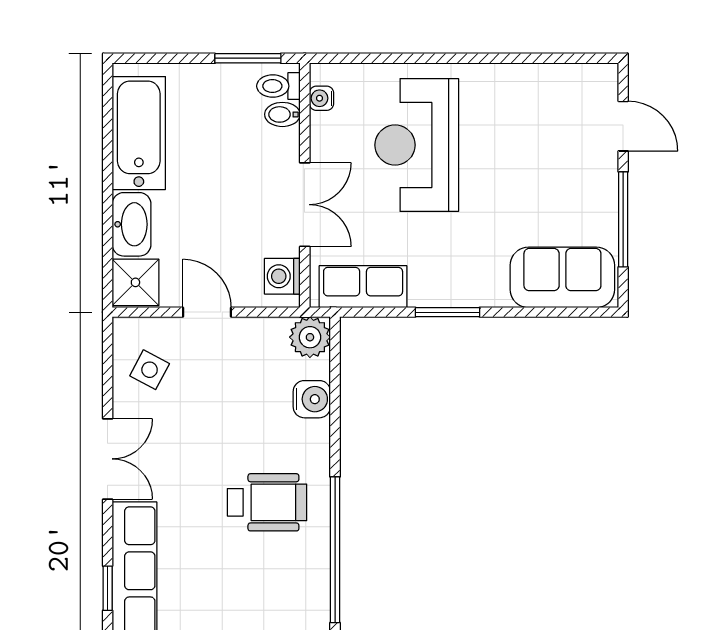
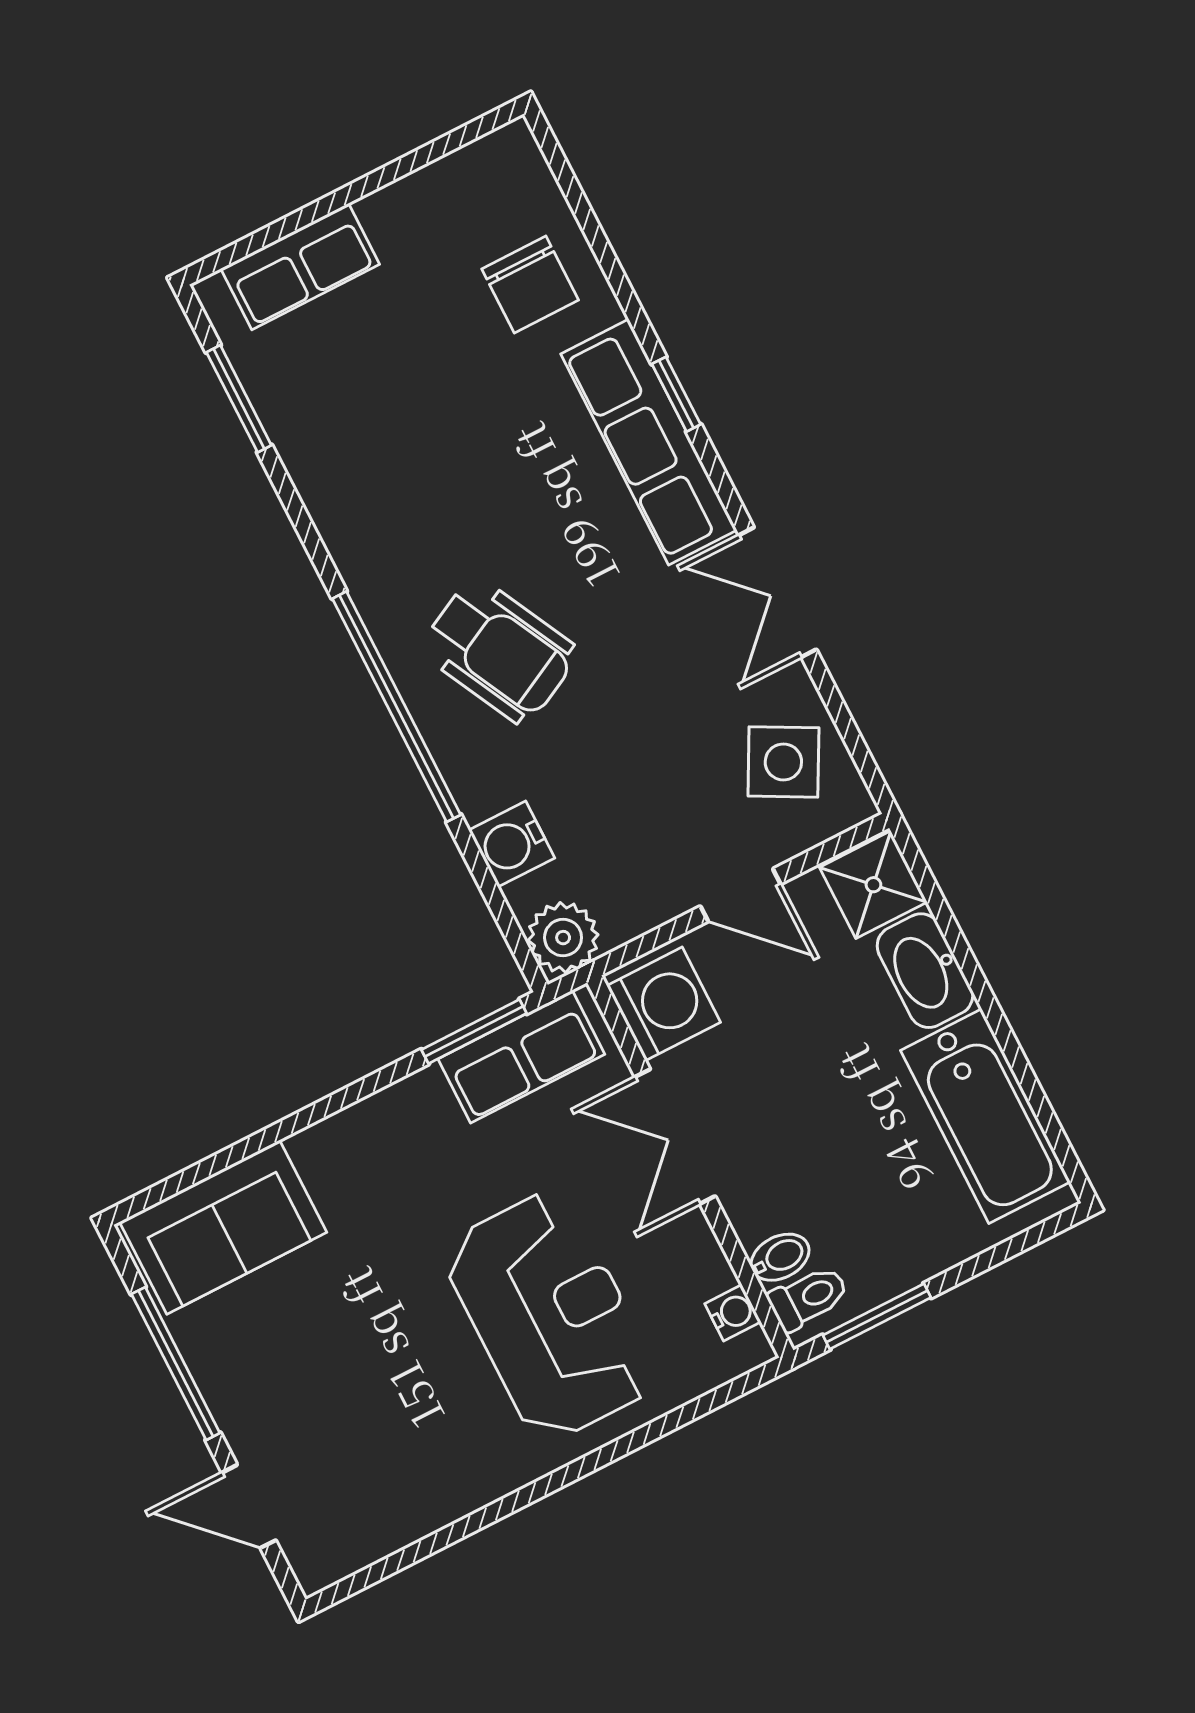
washing machine: (282, 276) -> (664, 1004), width x1.38, depth x1.38
window: (448, 312) -> (474, 1032), moved
side table: (150, 370) -> (783, 762), width x1.37, depth x1.37
wheelchair: (267, 502) -> (499, 651), turned -117
window: (335, 550) -> (397, 707), moved

